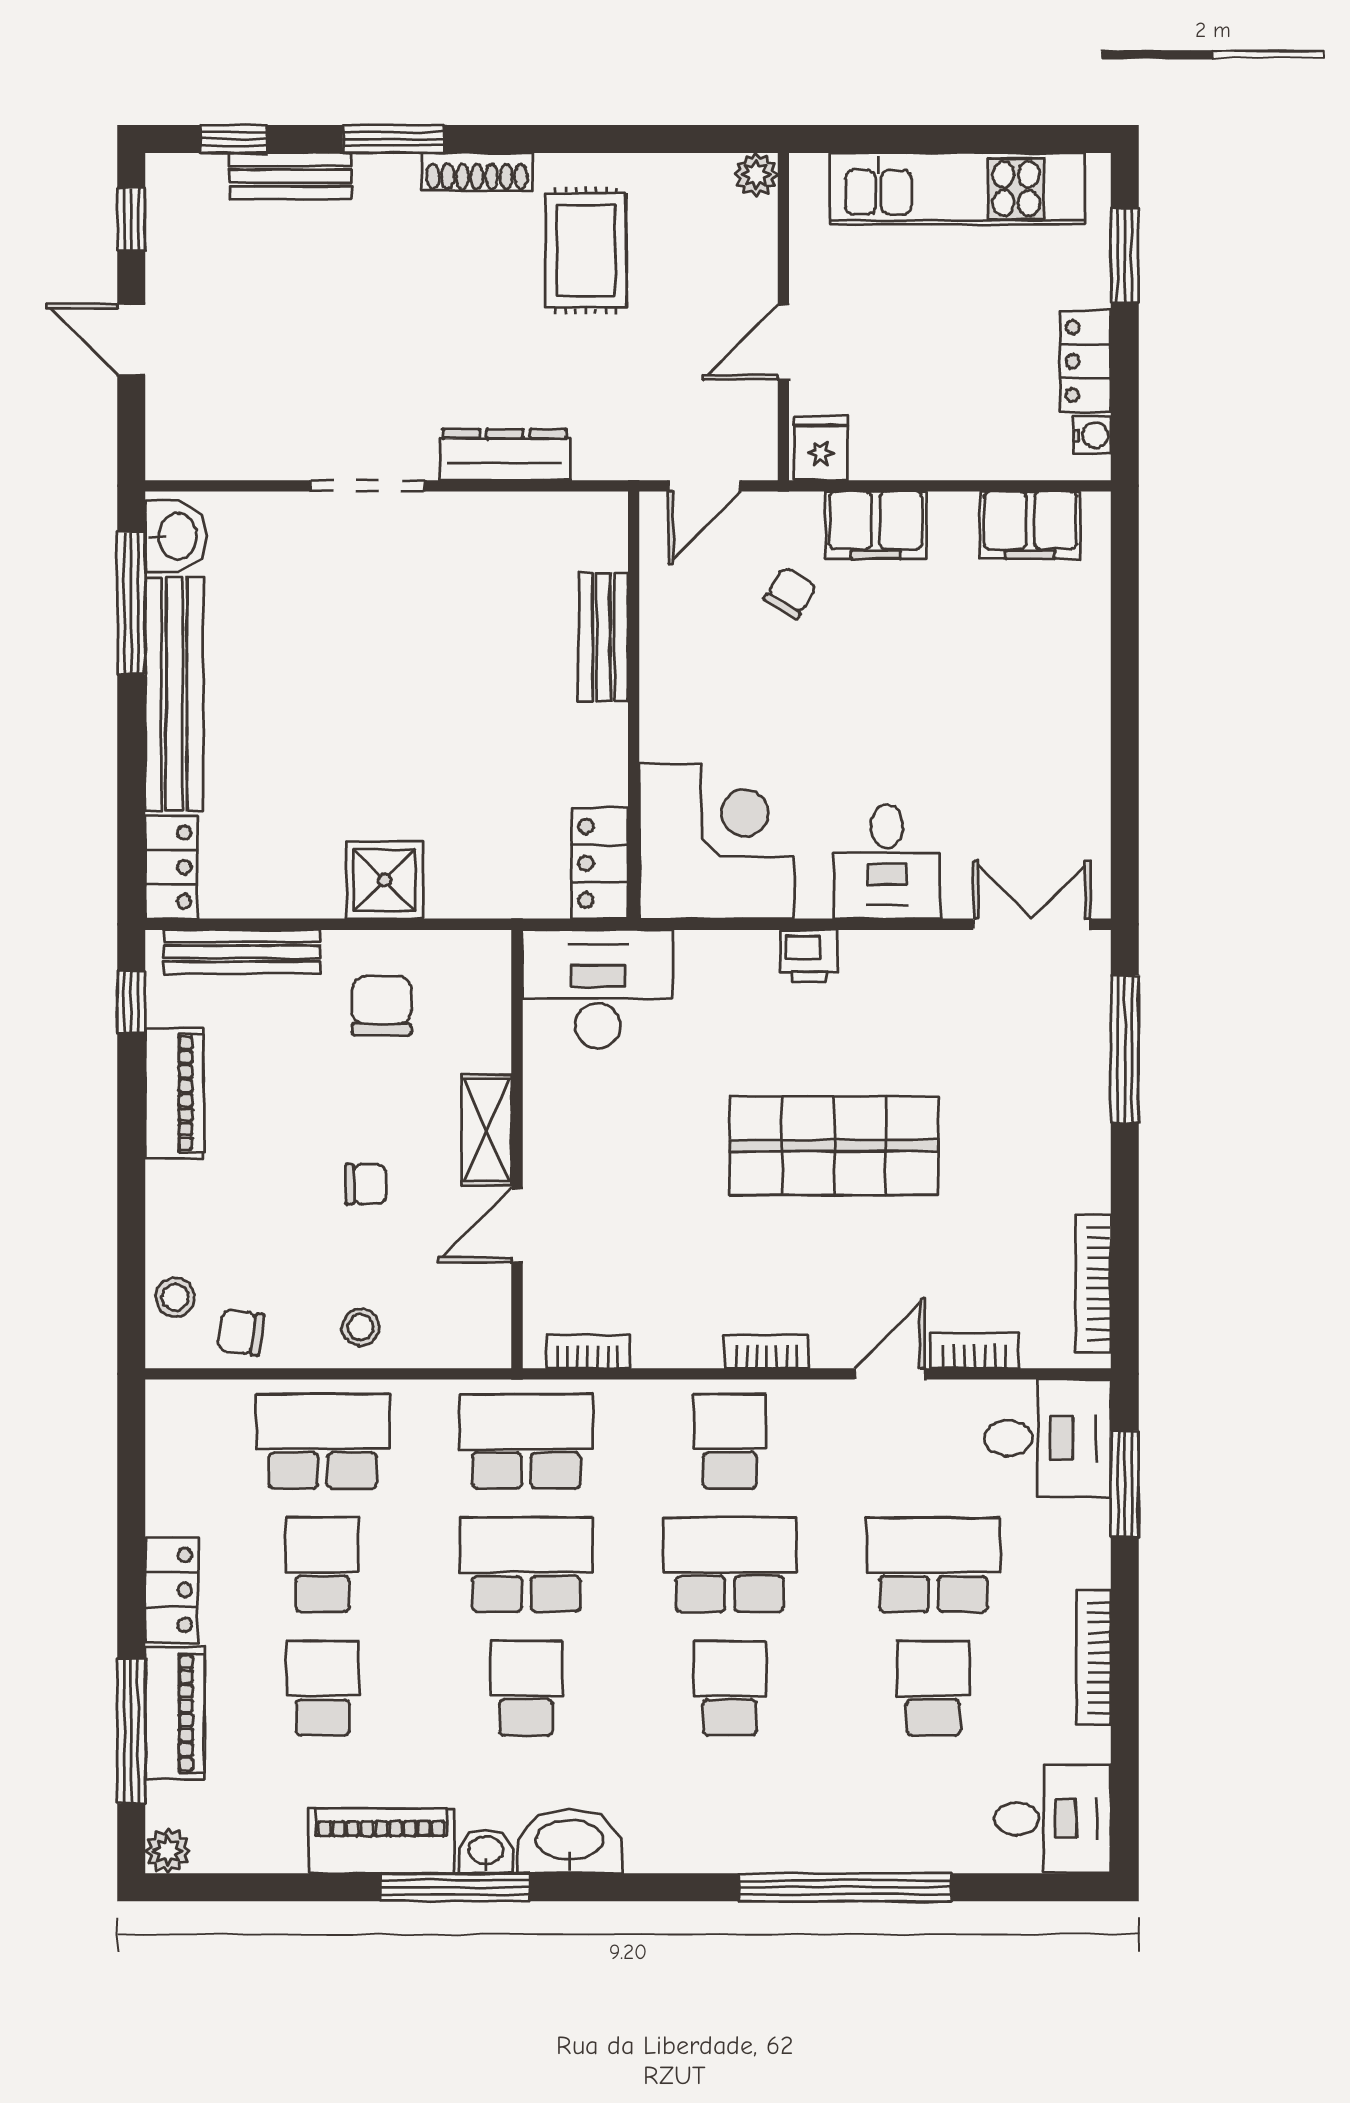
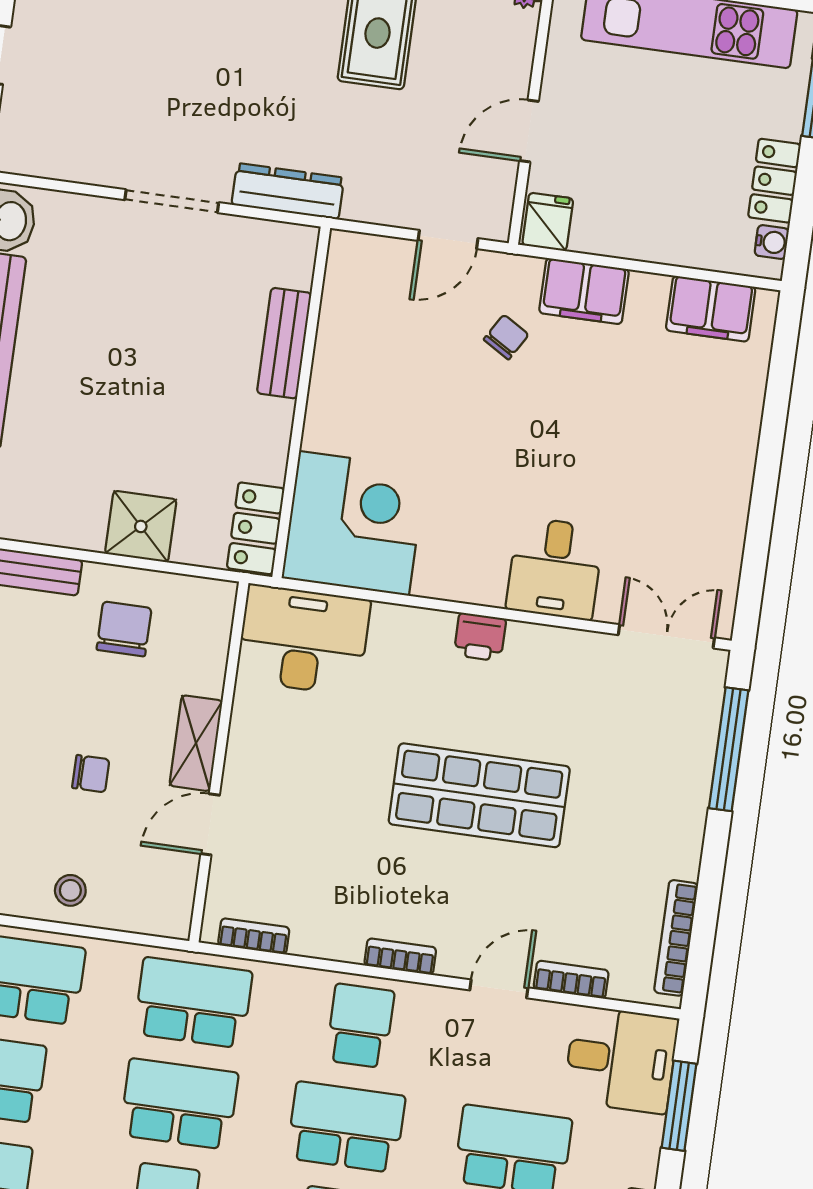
bench: (603, 637) -> (284, 343), moved
wall: (634, 705) -> (301, 402), moved
corner desk: (717, 841) -> (354, 523), moved
locker: (600, 863) -> (256, 528), moved

